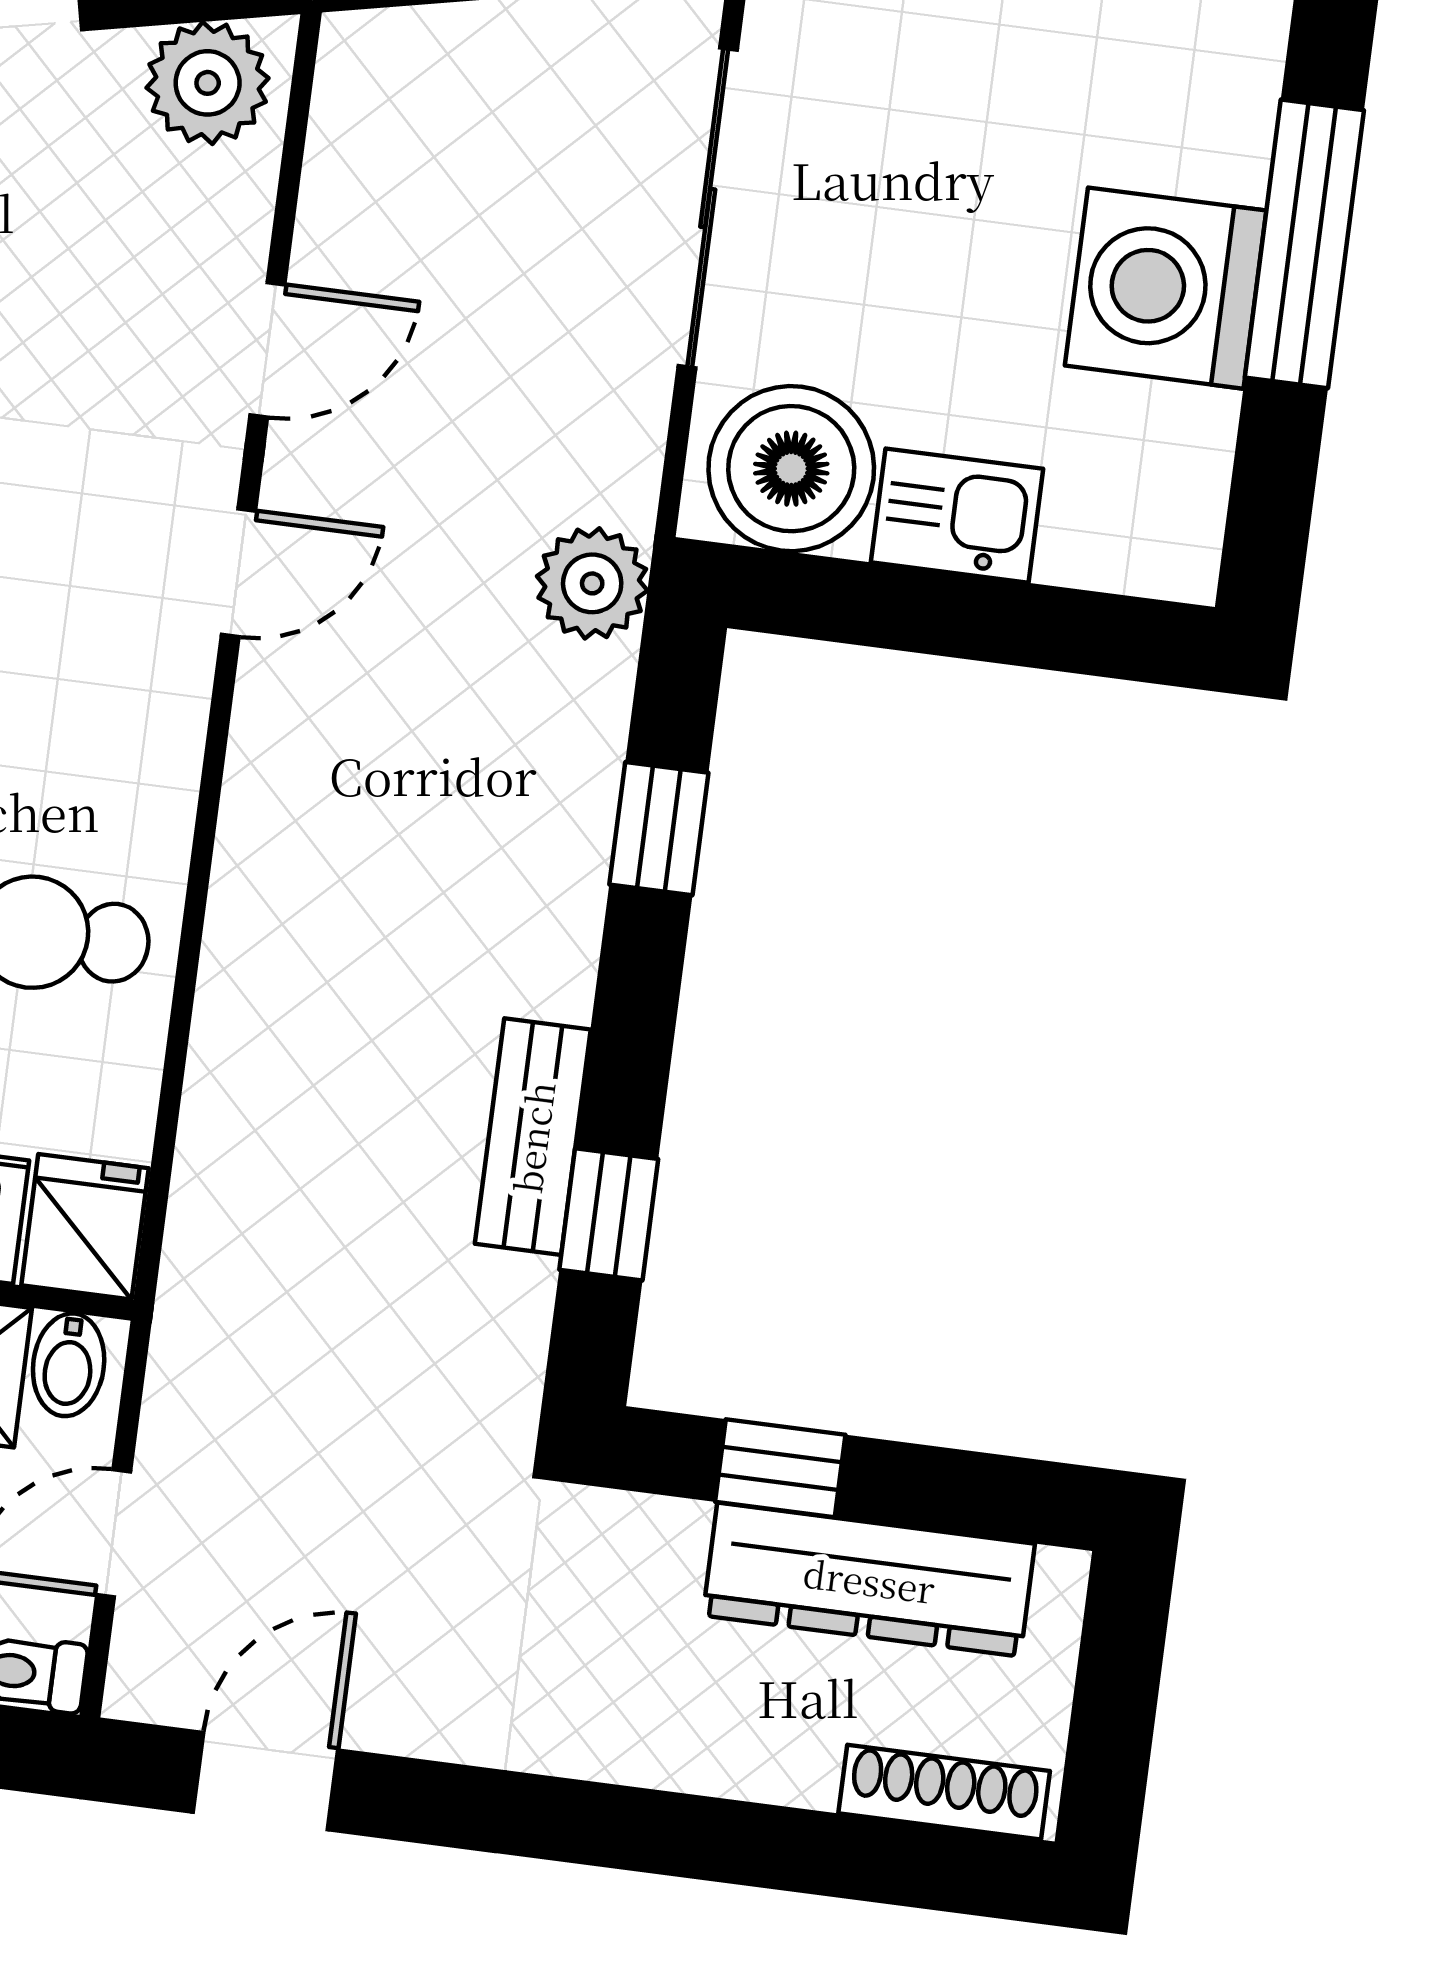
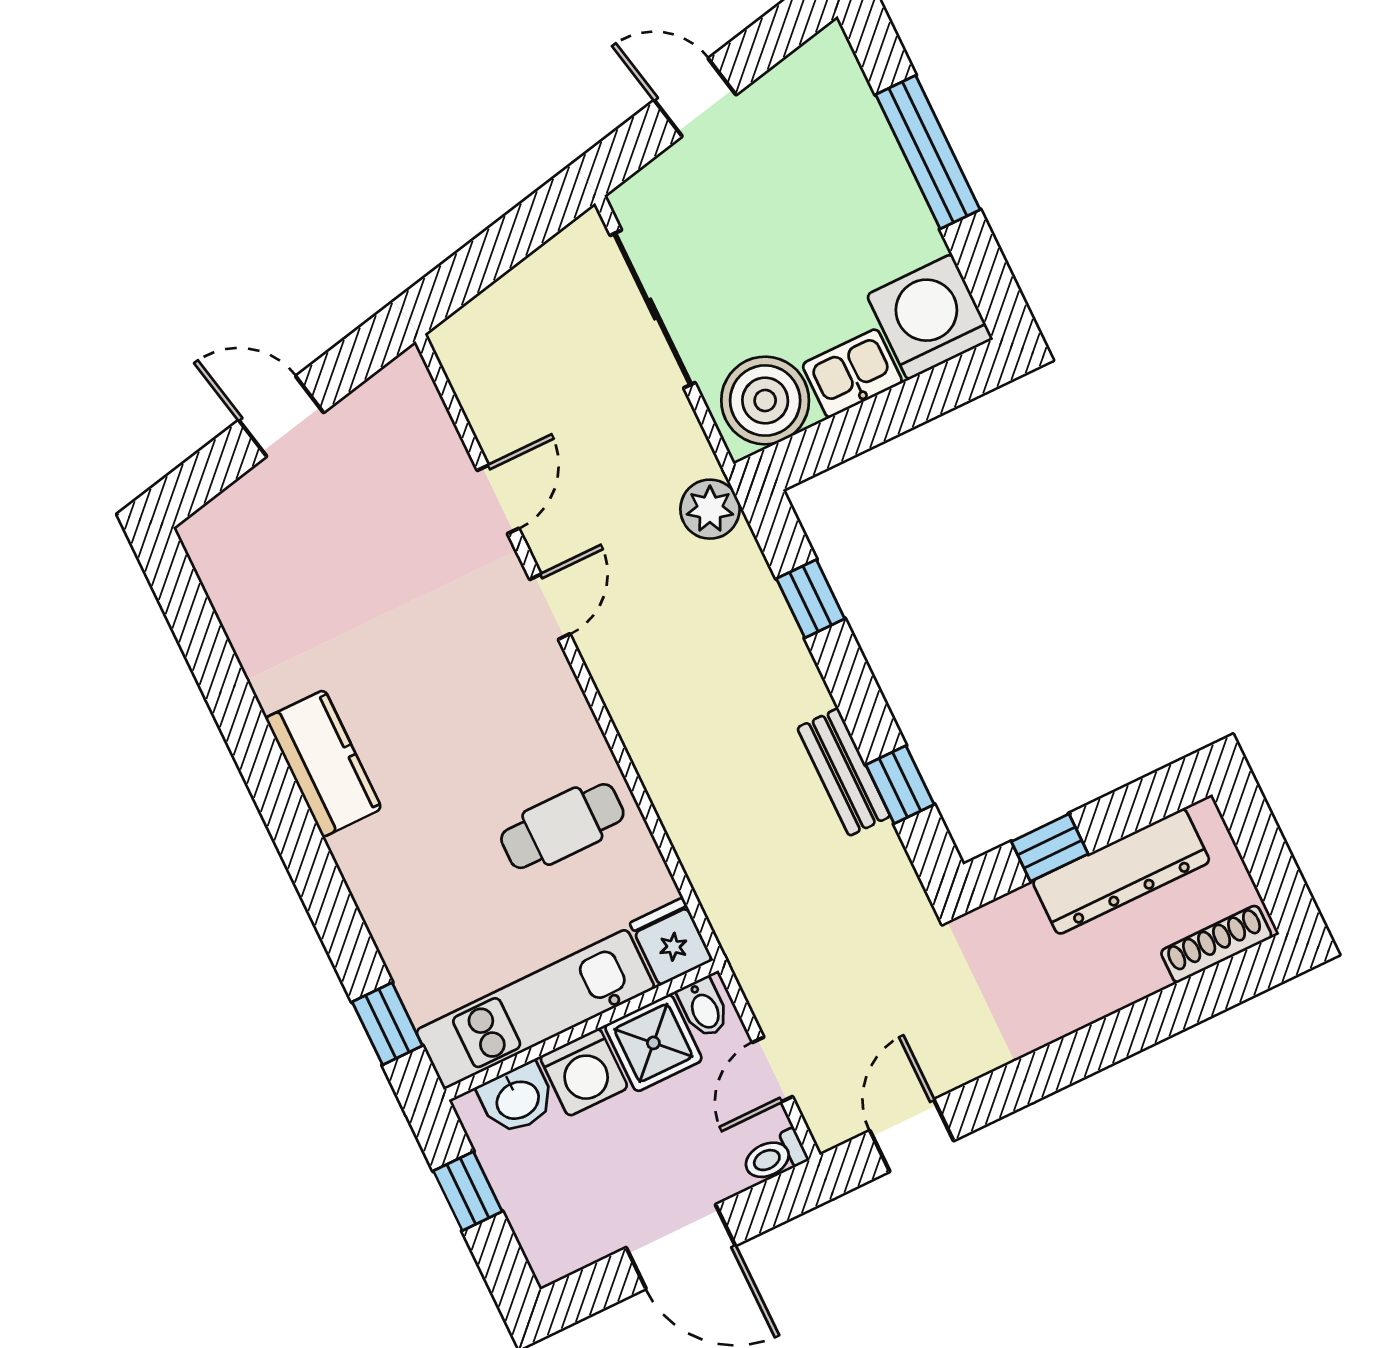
plant: (208, 83) -> (394, 398), removed
washing machine: (1166, 288) -> (930, 317), moved, turned 90

